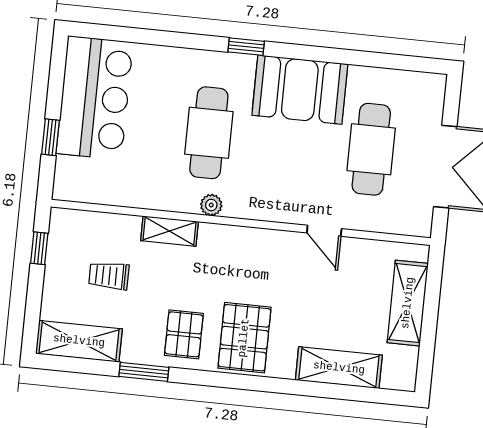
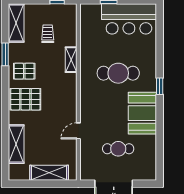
cafe table: (371, 149) -> (118, 149), width x0.73, depth x0.74
plant: (211, 205) -> (85, 78), removed

